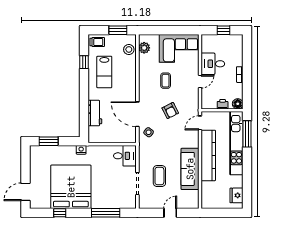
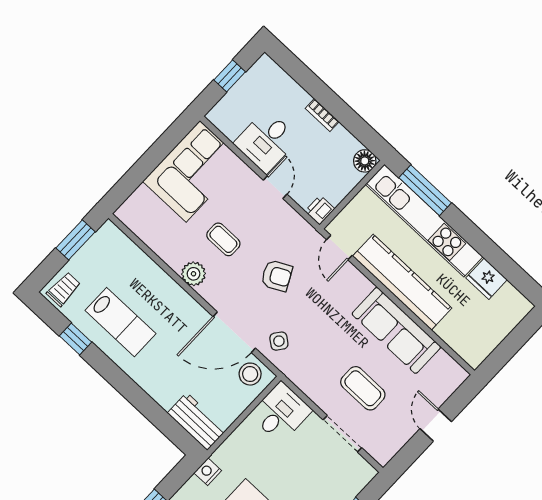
plant: (144, 48) -> (194, 274), moved
stool: (129, 49) -> (250, 374), moved
printer: (223, 104) -> (320, 210), moved
workbench: (95, 113) -> (197, 421), moved
fridge: (237, 195) -> (487, 279), moved

